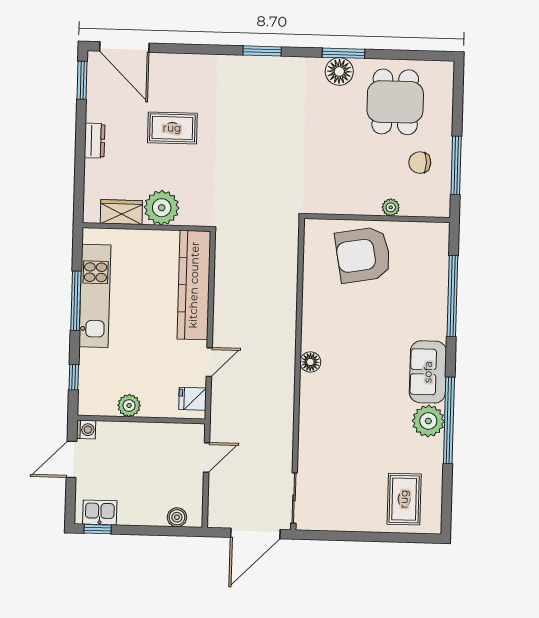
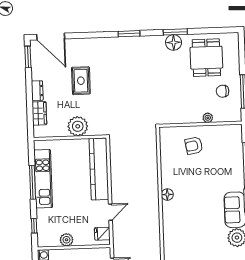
rug: (172, 128) -> (81, 81), turned 90
wardrobe: (121, 212) -> (39, 113), moved, turned 90
armchair: (363, 255) -> (194, 146), width x0.53, depth x0.53
floor lamp: (310, 362) -> (167, 195), moved

